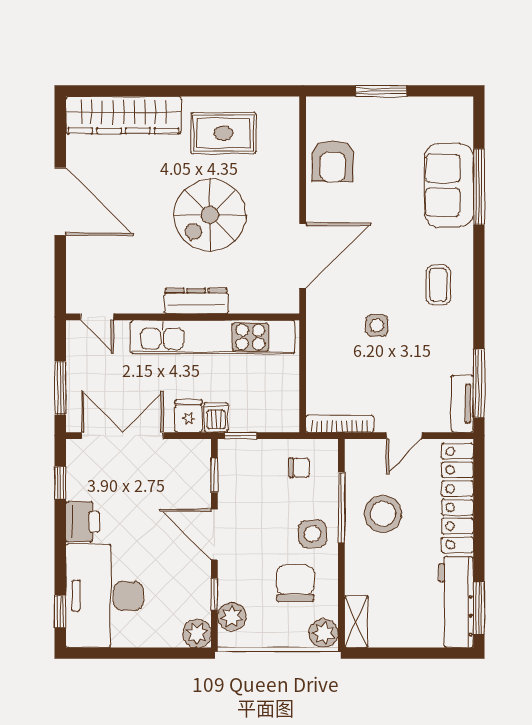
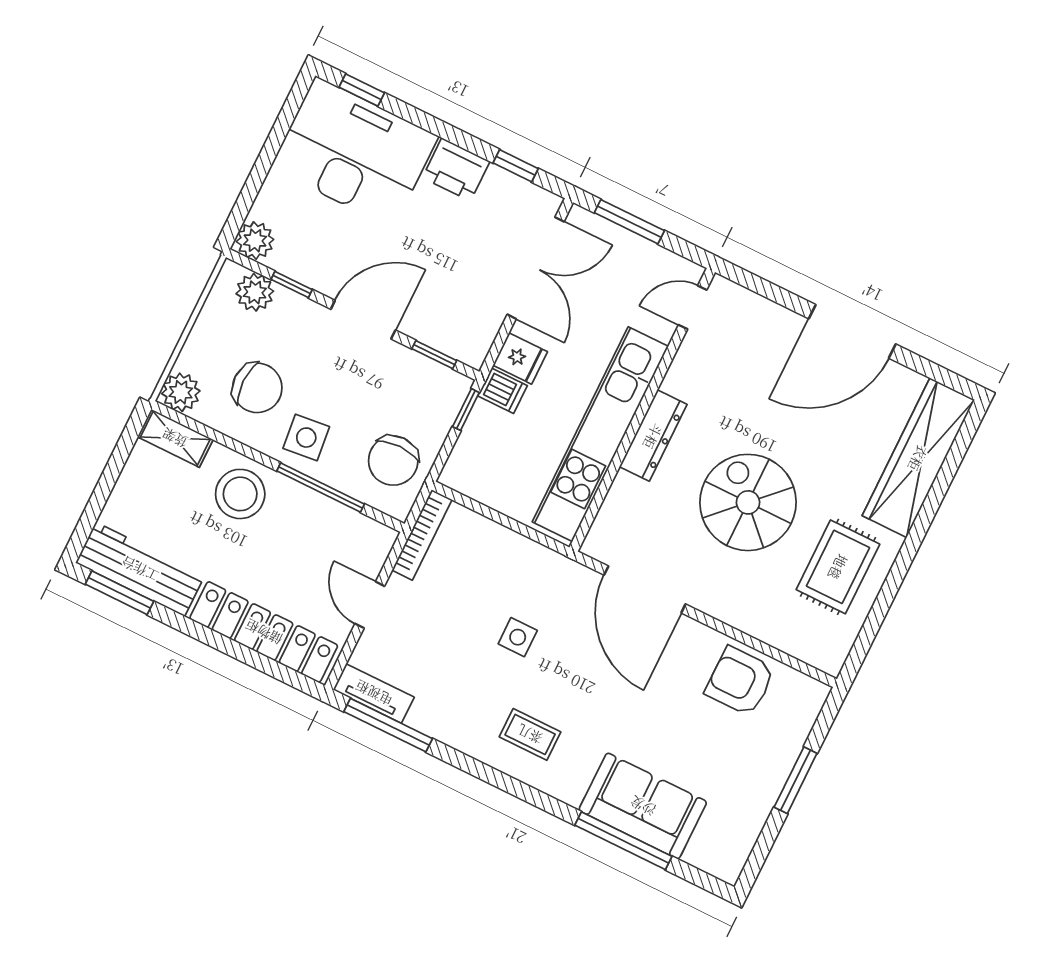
chair: (299, 468) -> (393, 461), width x1.87, depth x1.87
stool: (383, 514) -> (240, 494), moved

